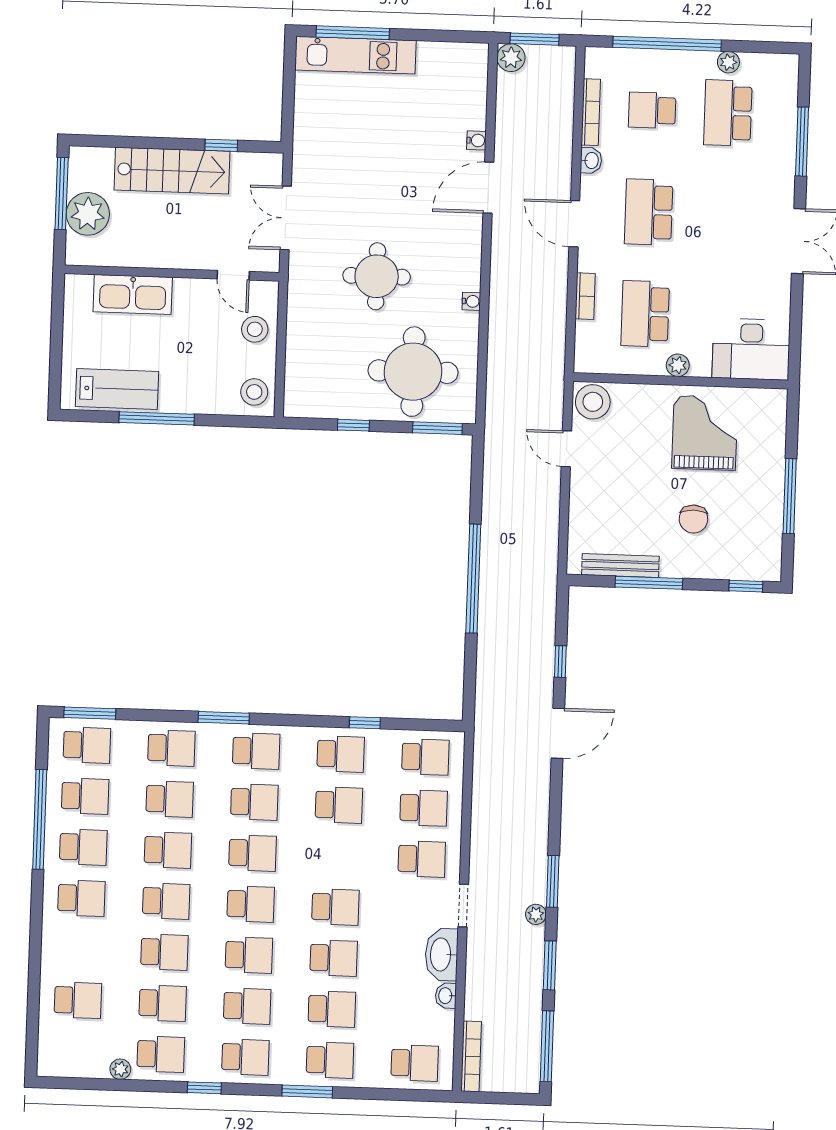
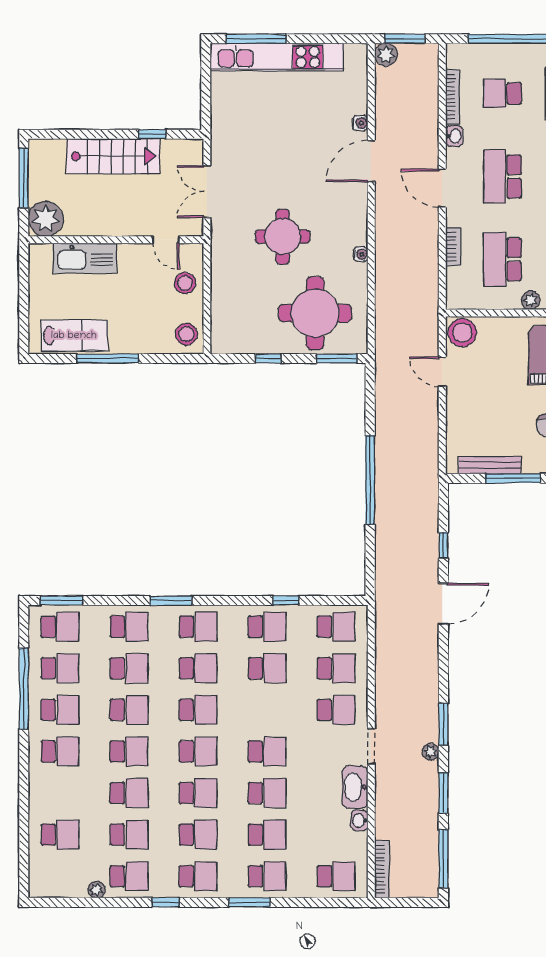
kitchen unit: (355, 55) -> (277, 57), width x1.36
plant: (88, 214) -> (46, 219), moved

